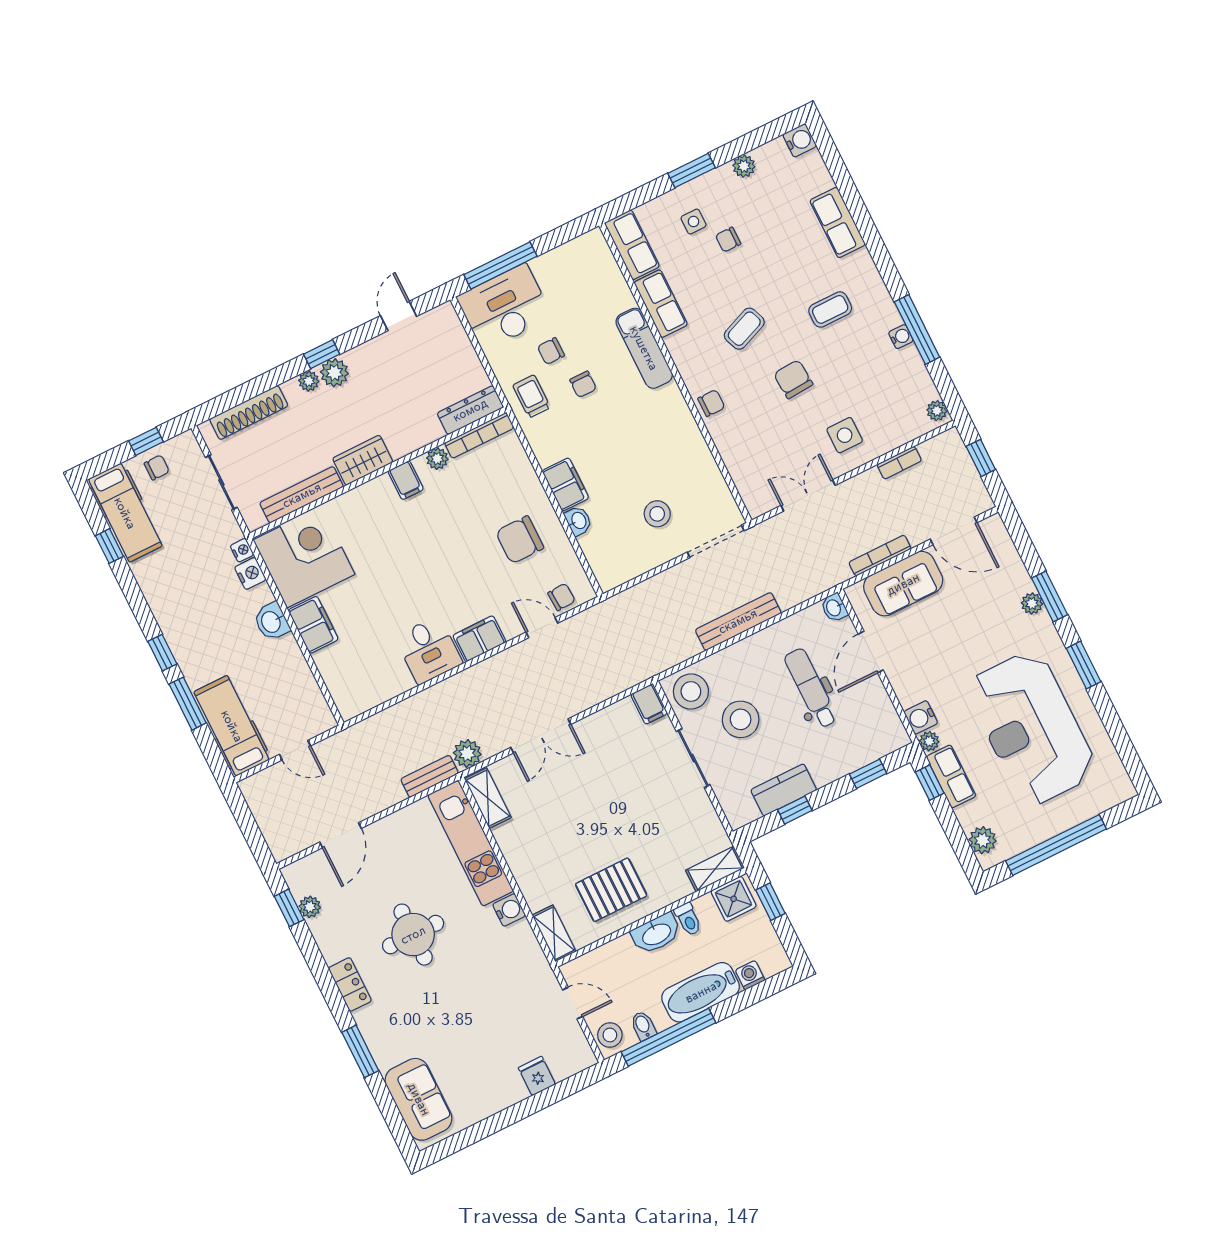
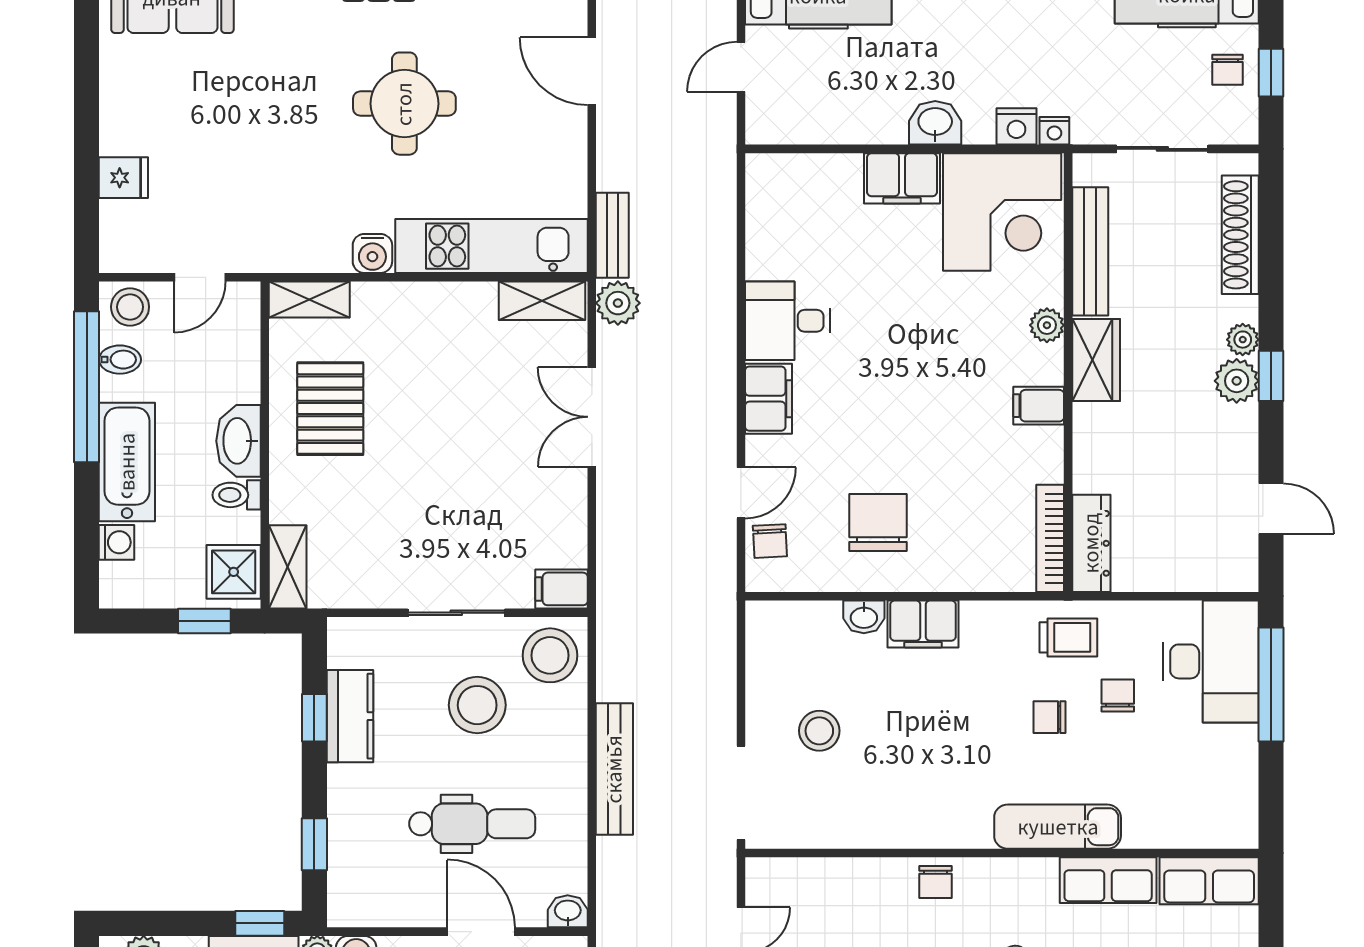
plant: (437, 459) -> (1047, 325), moved

